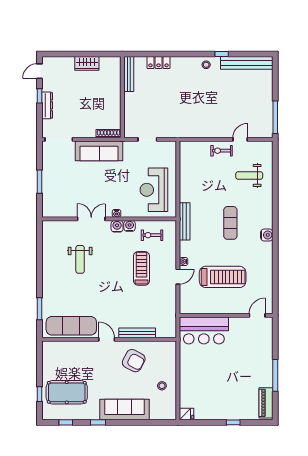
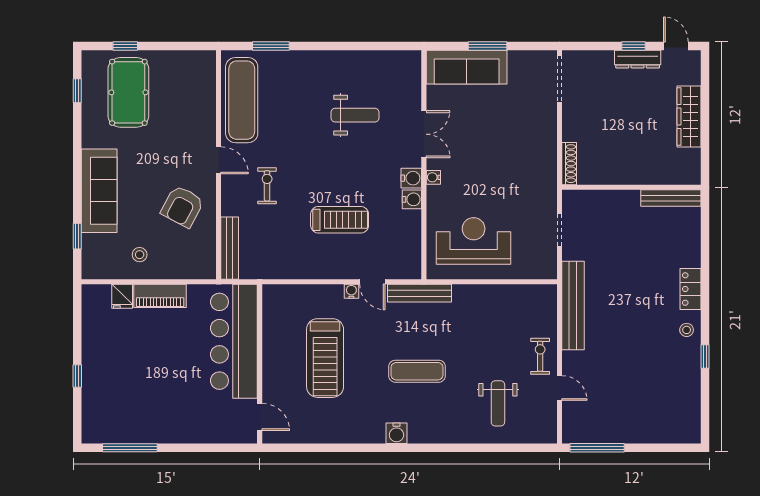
wardrobe: (87, 63) -> (689, 116), width x1.50
locker: (158, 63) -> (690, 289), moved
bench: (247, 63) -> (573, 306), moved
dresser: (47, 105) -> (638, 59), moved
sofa: (99, 151) -> (467, 67), moved, turned -90
weight bench: (249, 175) -> (498, 403), turned 180
exercise bike: (152, 235) -> (267, 186), moved
weight bench: (80, 259) -> (355, 115), turned 180
door: (178, 277) -> (372, 282), moved
bar counter: (204, 330) -> (234, 341), width x1.36
bench: (137, 333) -> (230, 248), moved
door: (107, 339) -> (219, 160), hinge flipped
window: (275, 375) -> (130, 448), moved
piano: (266, 403) -> (160, 296), moved, turned 180
fridge: (186, 414) -> (122, 296), moved
window: (98, 422) -> (77, 236), moved

